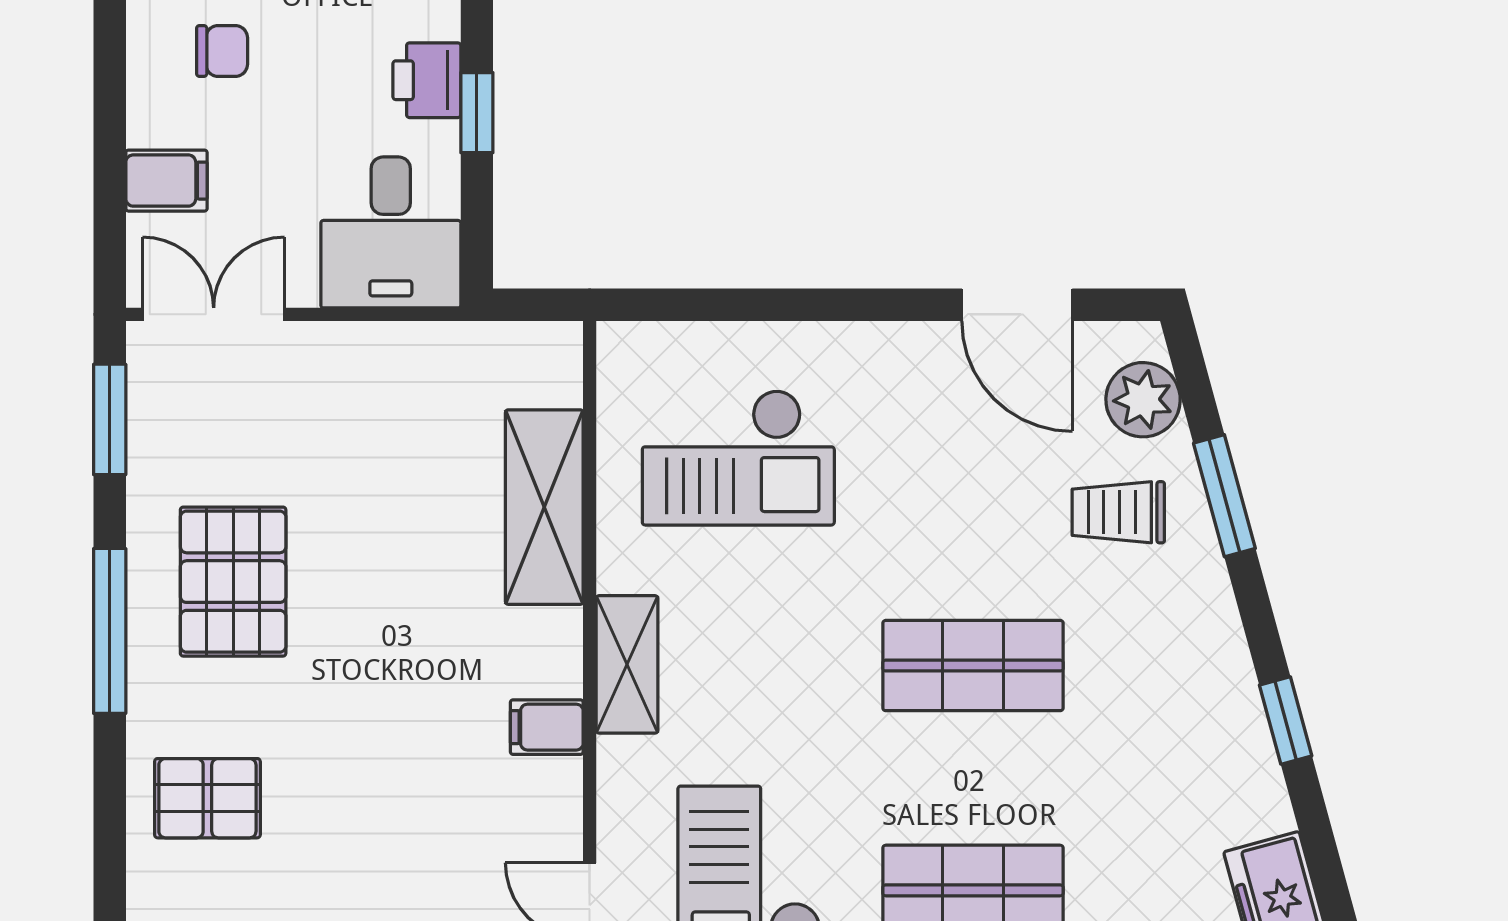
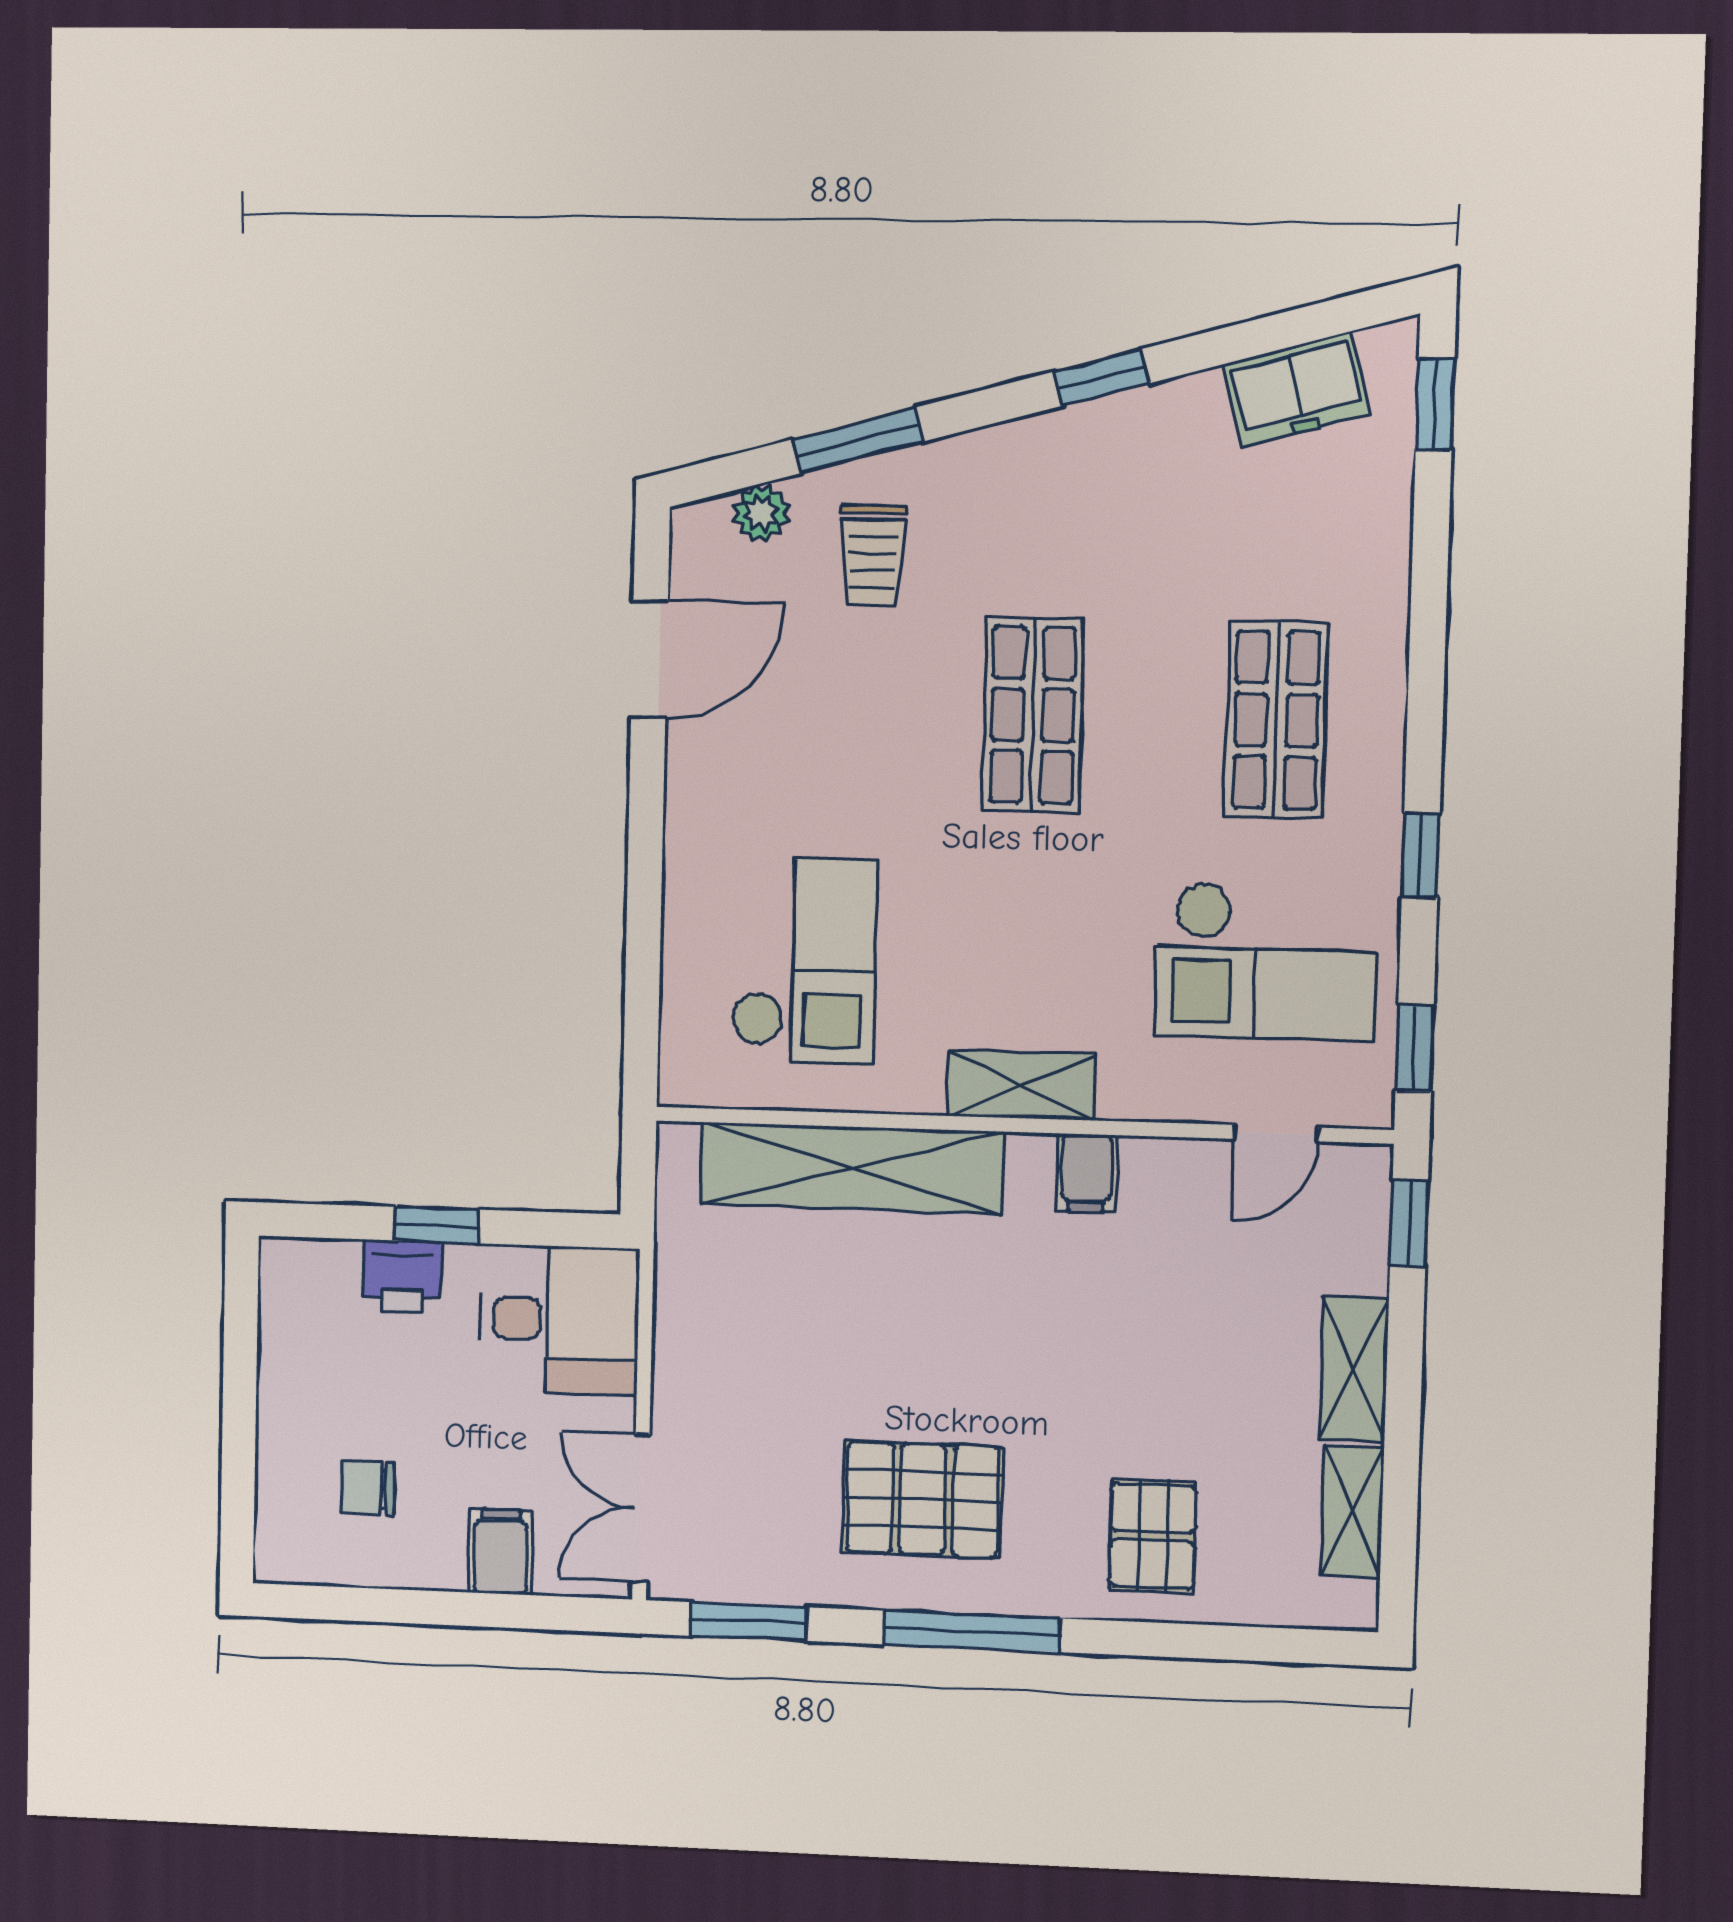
chair: (222, 51) -> (368, 1488), turned -90
plant: (1143, 400) -> (761, 513), width x0.73, depth x0.73
shelving: (544, 507) -> (852, 1168), width x1.47

